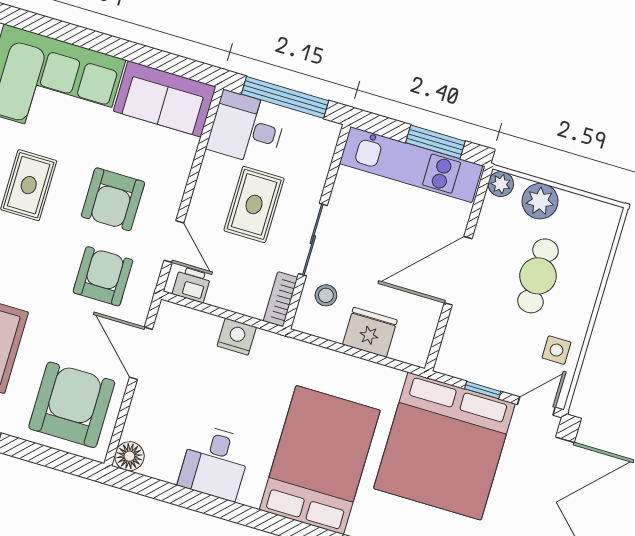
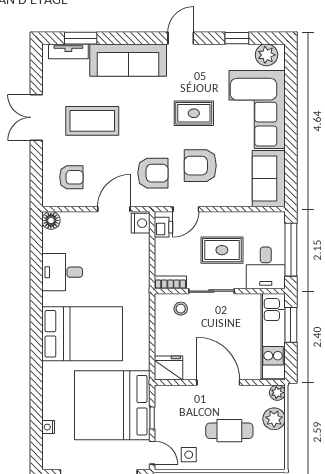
desk: (247, 128) -> (266, 268), moved, turned 180
window: (435, 142) -> (291, 325), moved
fridge: (370, 332) -> (169, 368), moved, turned -90
nightstand: (237, 337) -> (141, 223), moved
armchair: (72, 405) -> (71, 177), width x0.53, depth x0.53

